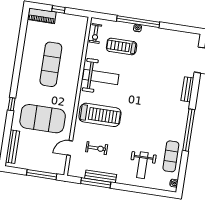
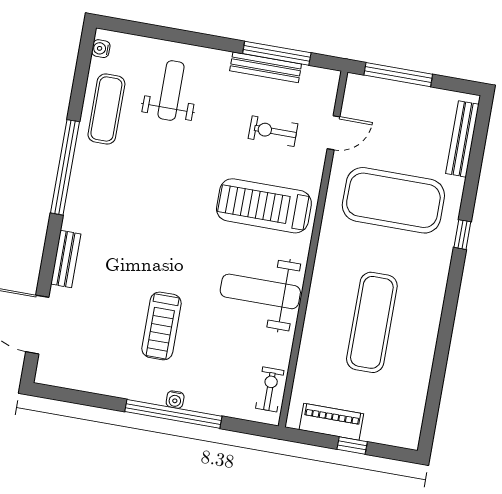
piano: (42, 16) -> (331, 422), moved
treadmill: (122, 46) -> (161, 326), moved, turned 90

